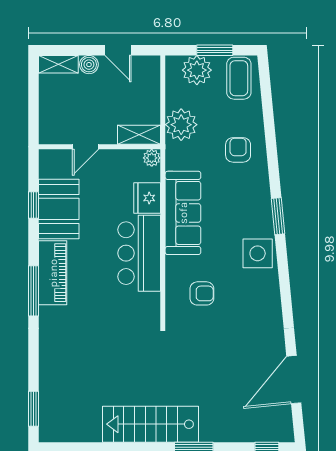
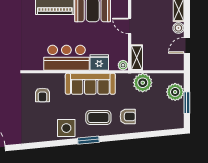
coffee table: (239, 78) -> (98, 118), moved

